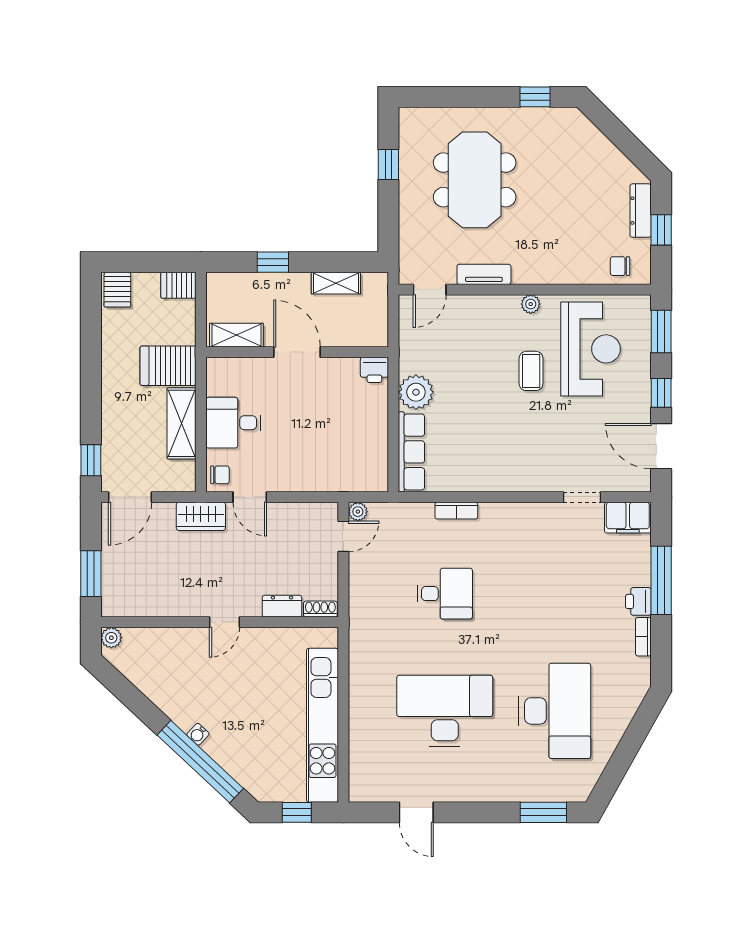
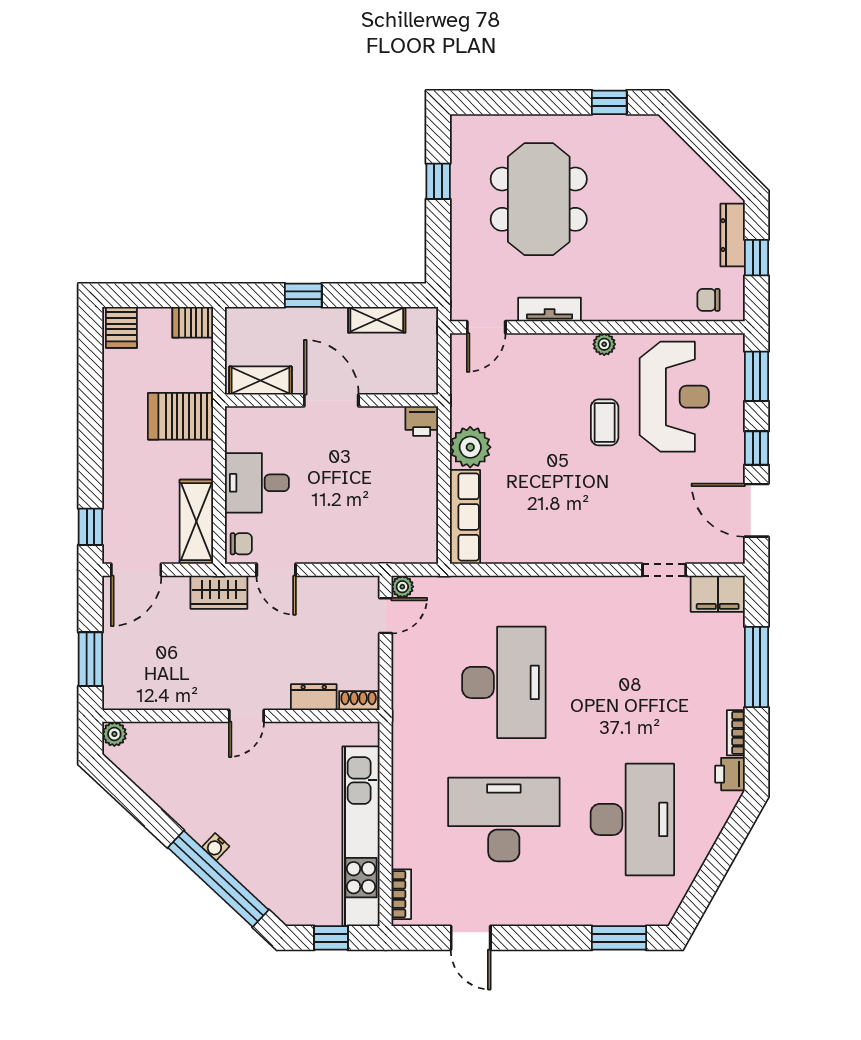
shelving: (182, 423) -> (196, 522), moved
bookcase: (456, 511) -> (401, 894), moved, turned -90
desk: (445, 594) -> (504, 682), width x1.87, depth x1.30
printer: (638, 601) -> (730, 774), moved

